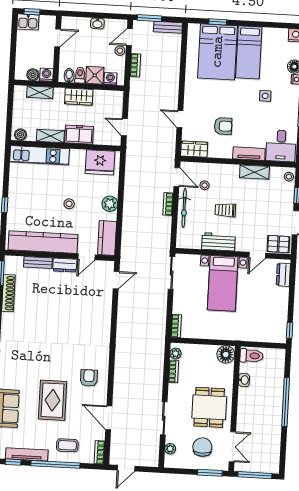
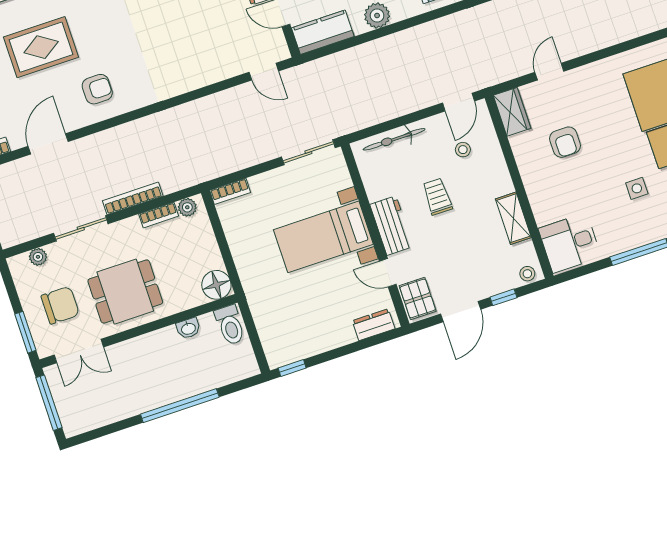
tv unit: (249, 154) -> (538, 199), removed
bookcase: (168, 204) -> (133, 198), moved, width x1.56
bicycle: (184, 208) -> (394, 139), moved
workbench: (218, 242) -> (391, 226), moved

